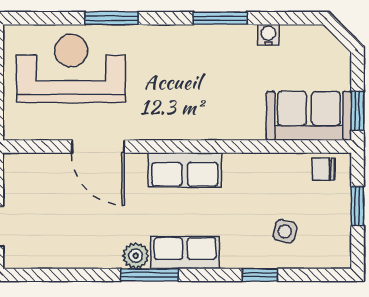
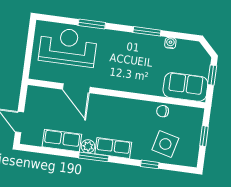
window: (357, 111) -> (212, 75), moved
chair: (323, 169) -> (163, 111), moved
row of seats: (185, 170) -> (62, 140), moved, turned 180
side table: (285, 231) -> (165, 144), width x1.87, depth x1.87

